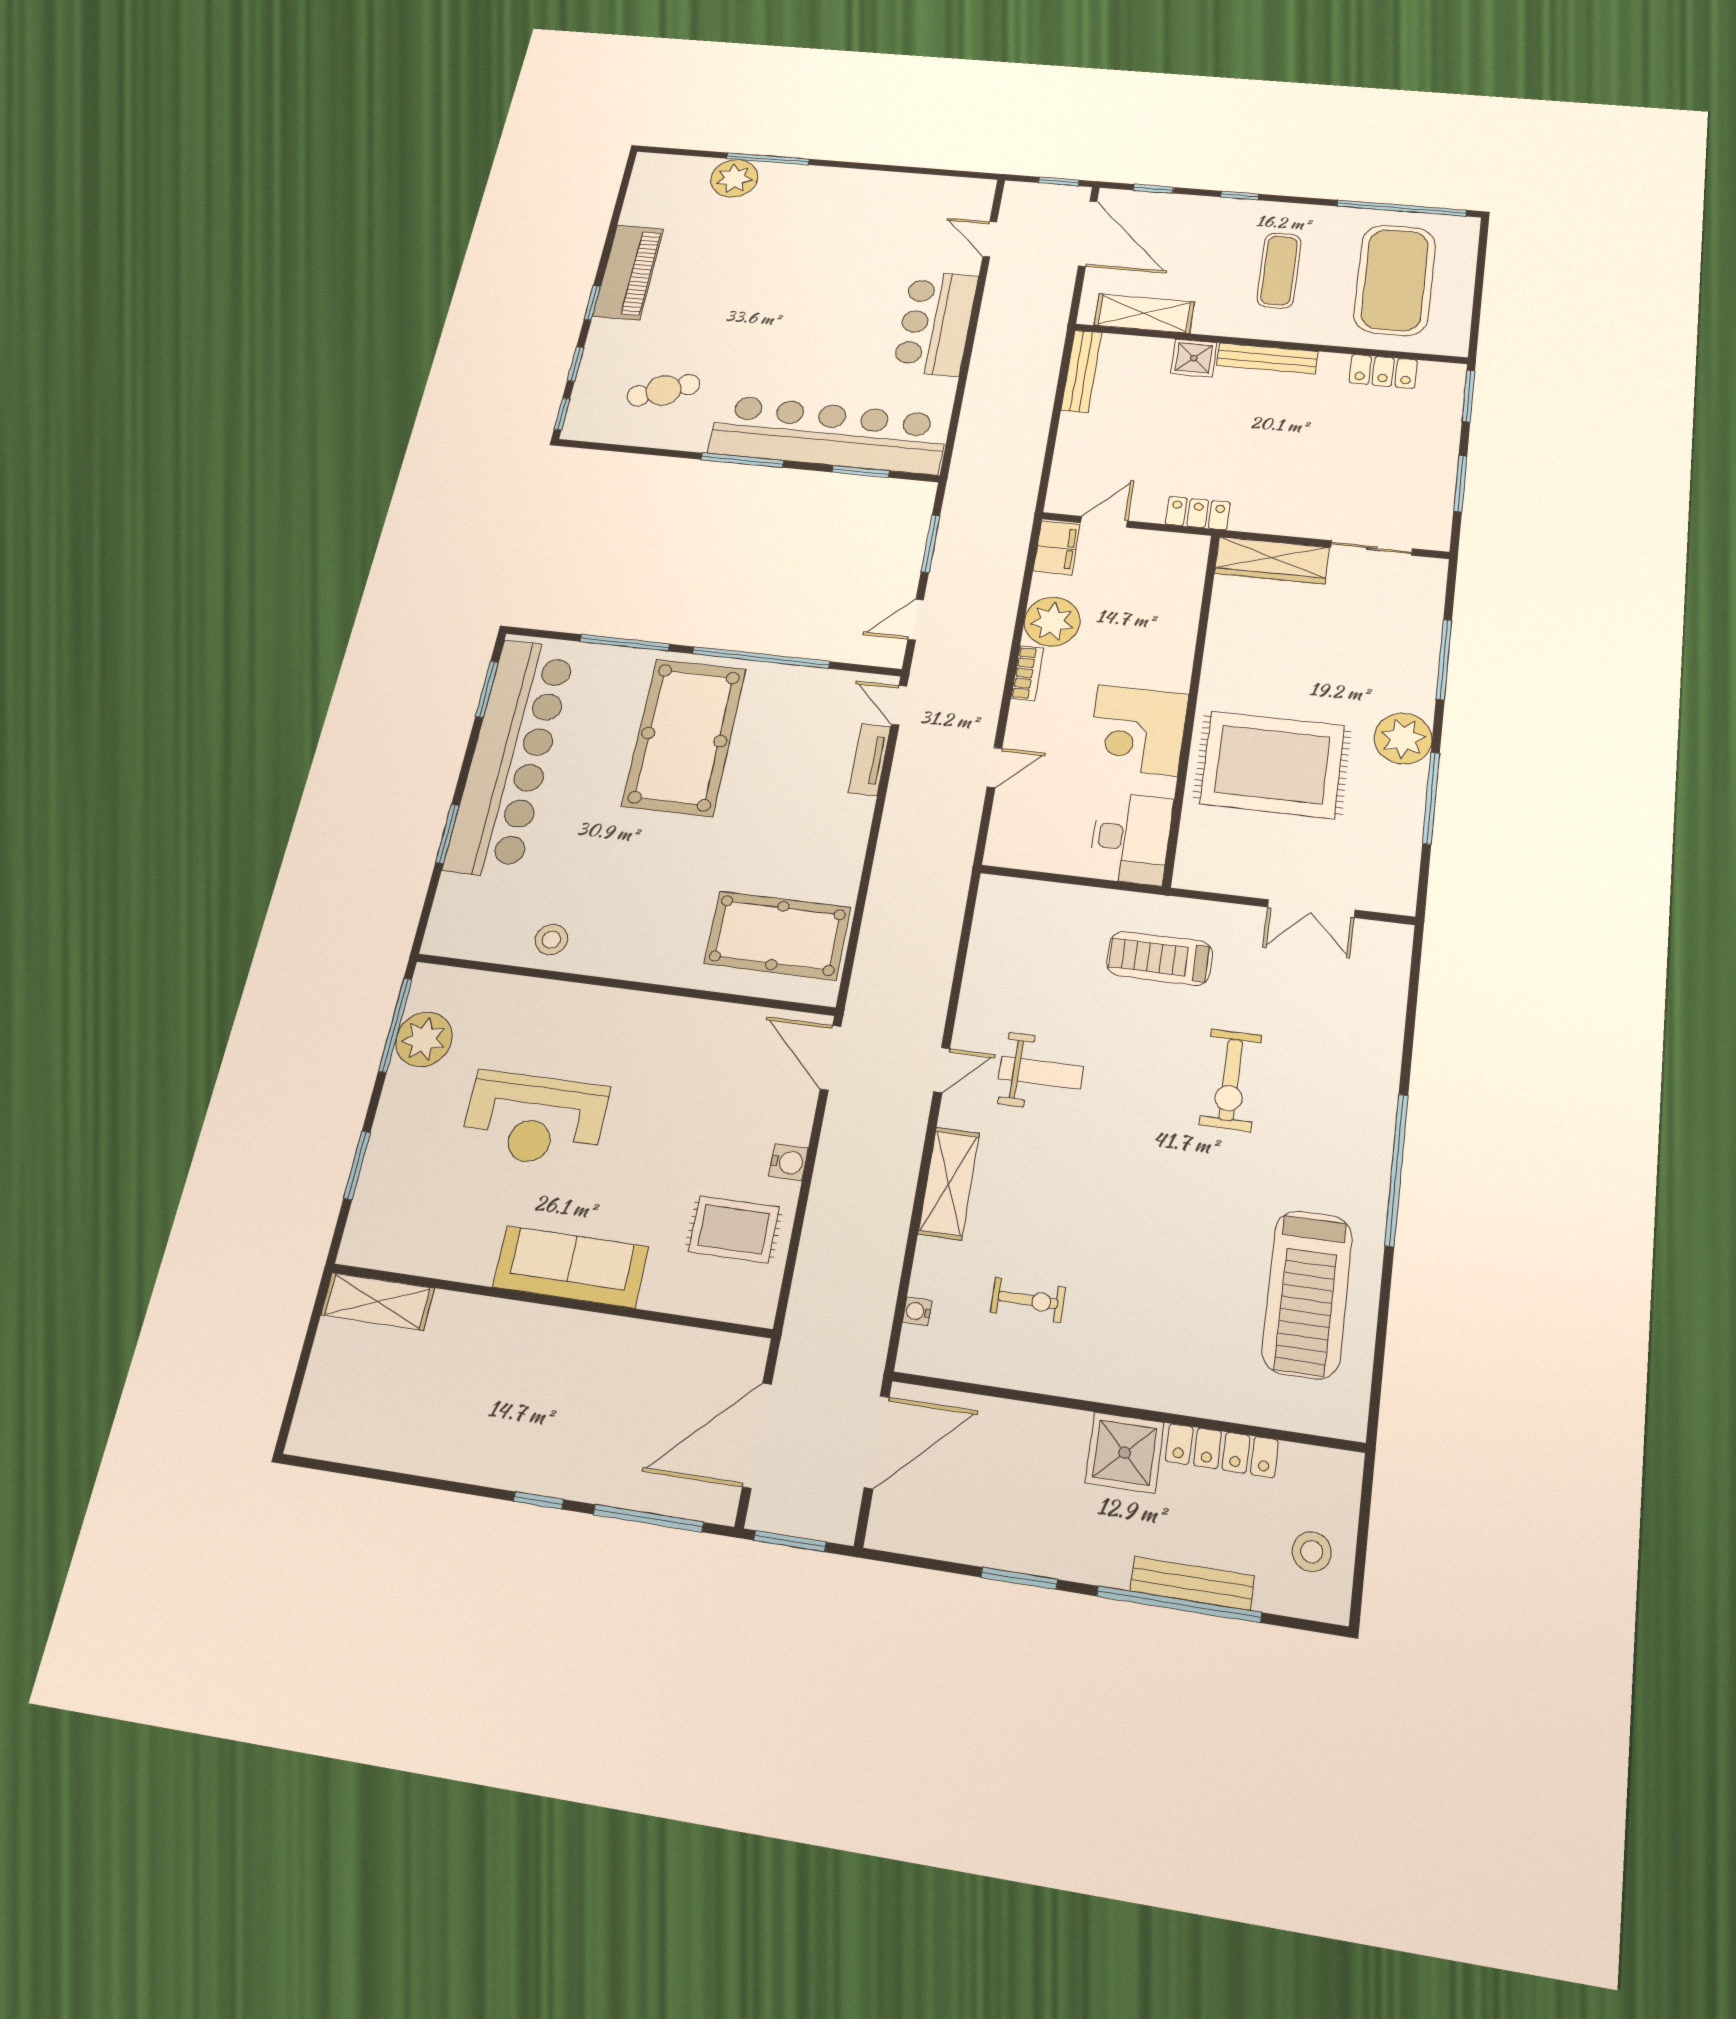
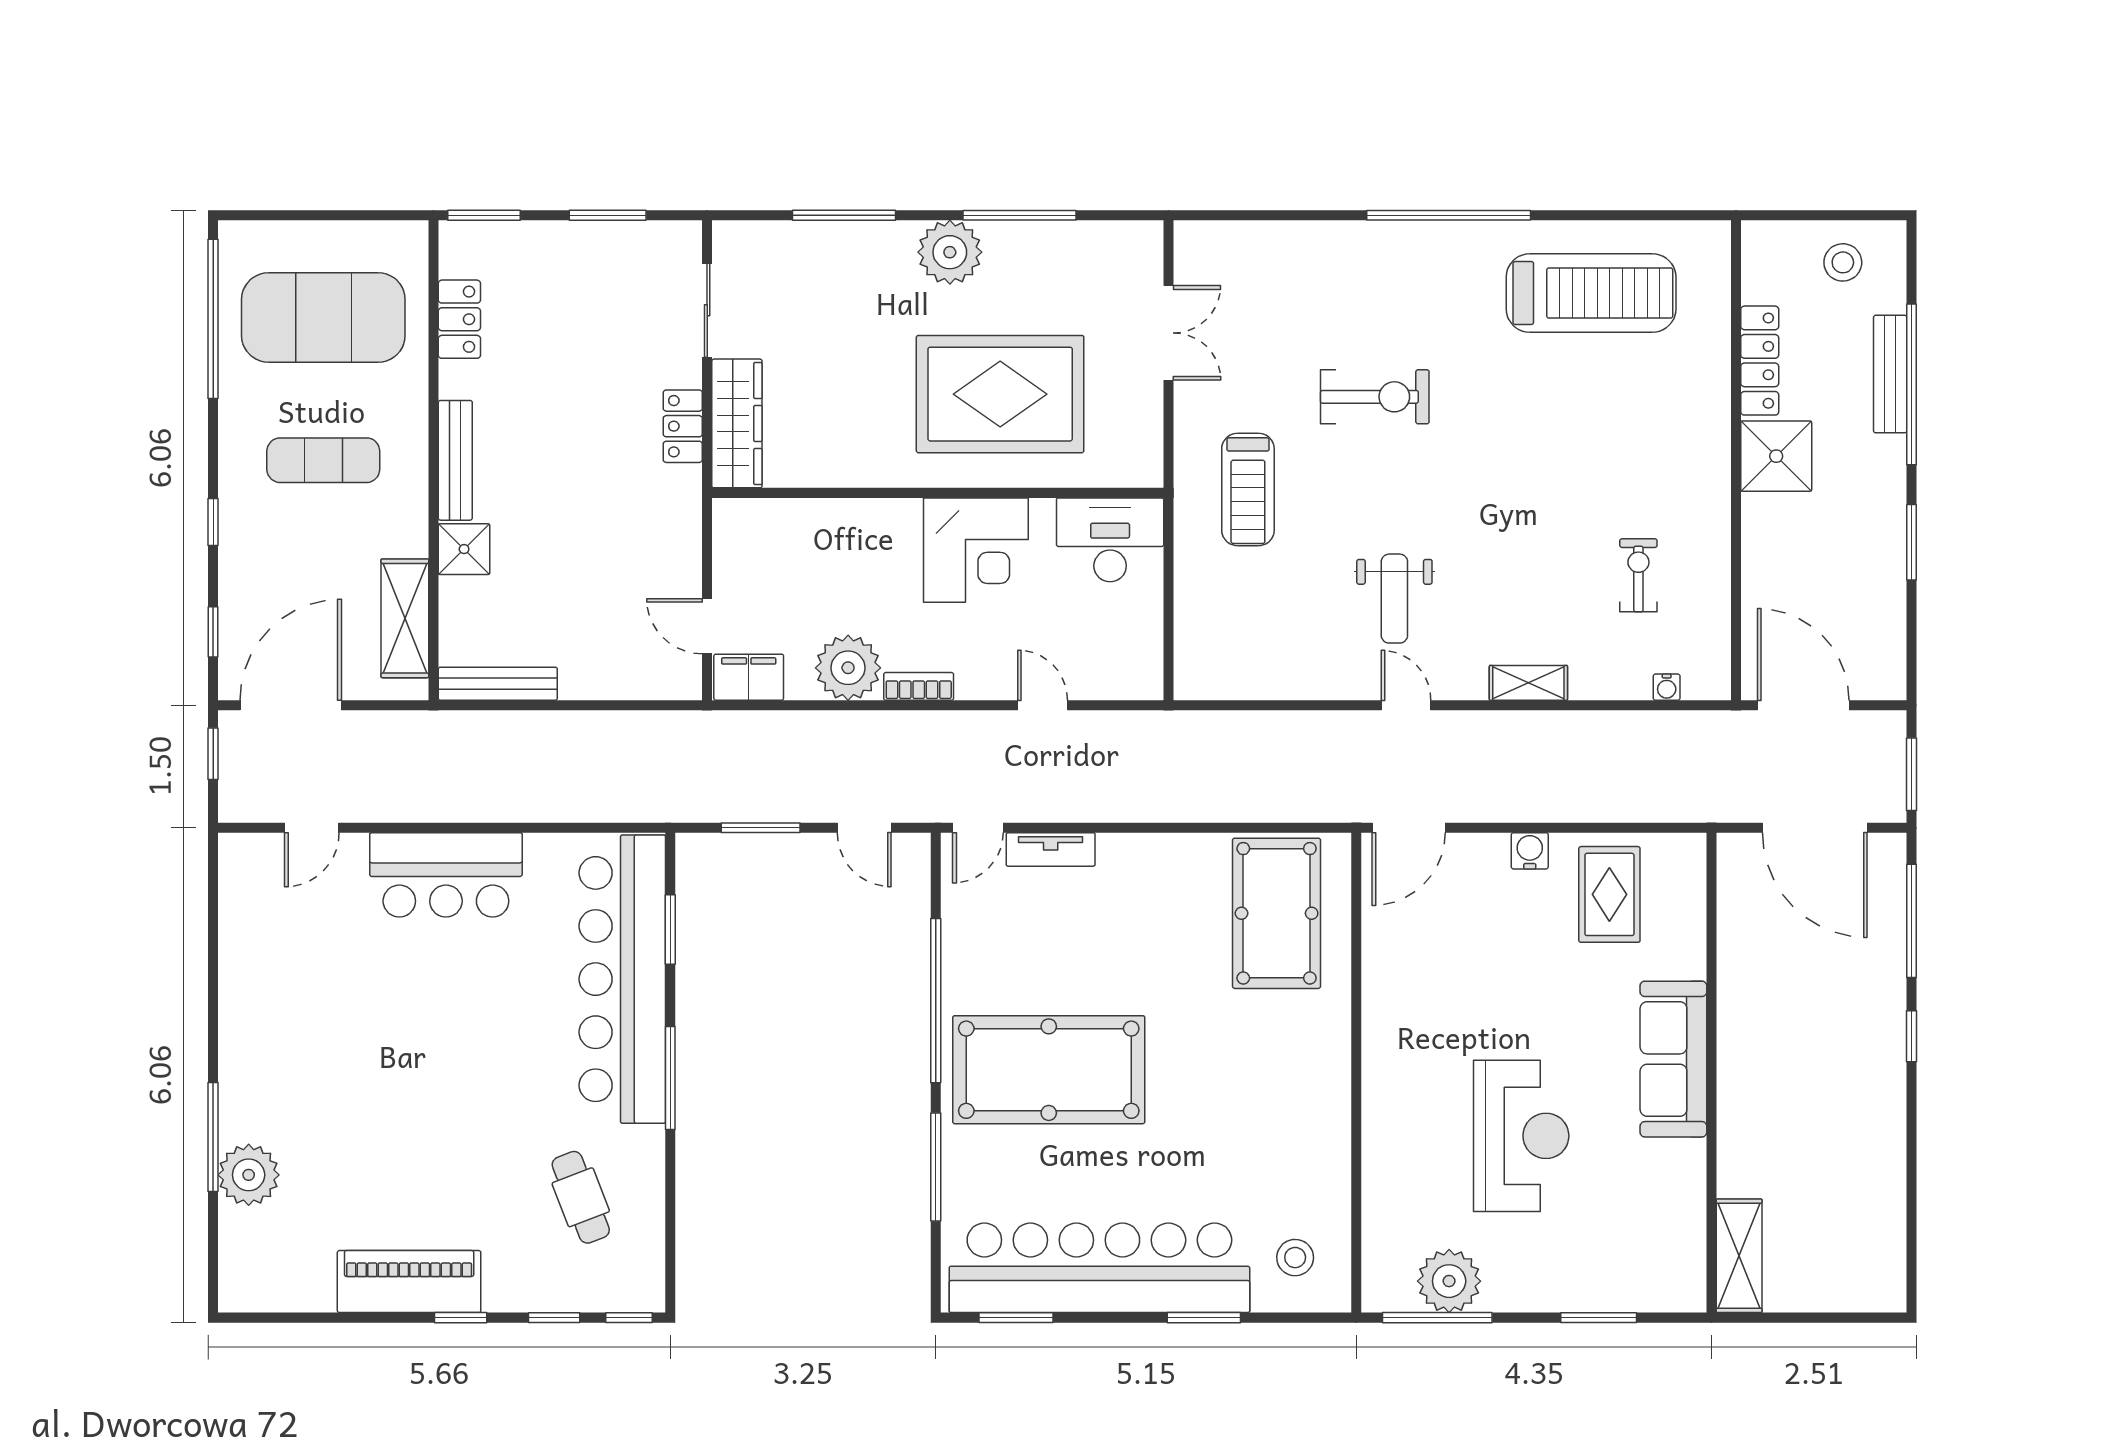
locker: (1198, 513) -> (683, 426), moved
rug: (1272, 764) -> (1000, 394), turned 90
stool: (551, 940) -> (1295, 1258), moved
weight bench: (1041, 1073) -> (1394, 599), turned 180
shelving: (949, 1183) -> (1528, 683), width x0.67, depth x0.75

